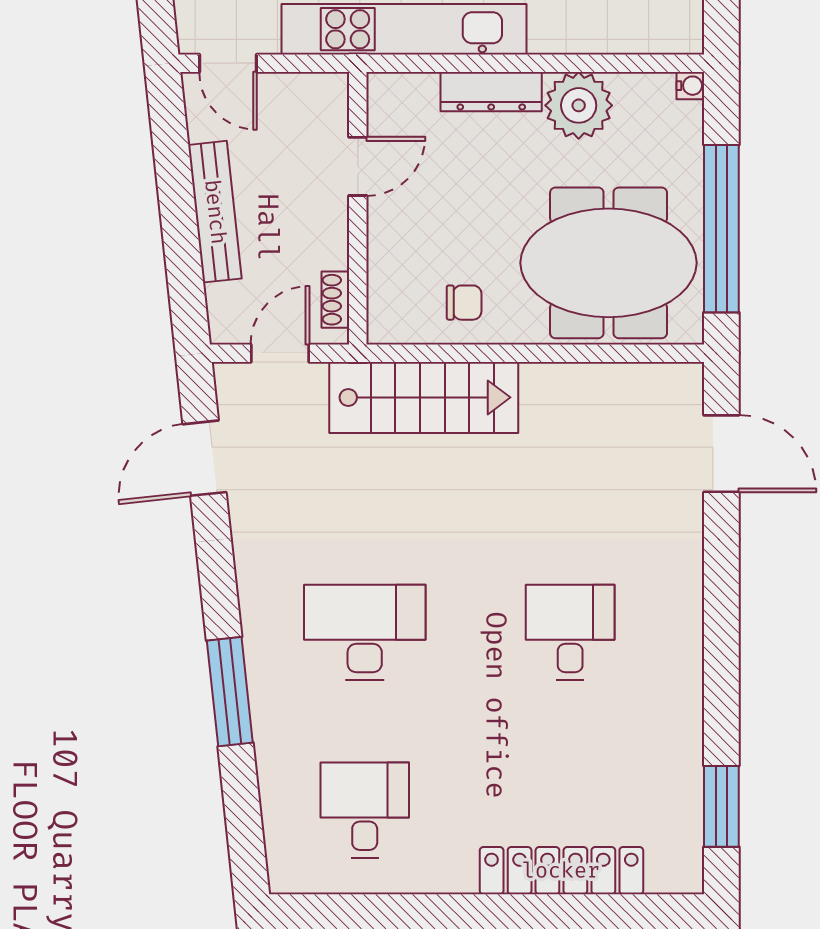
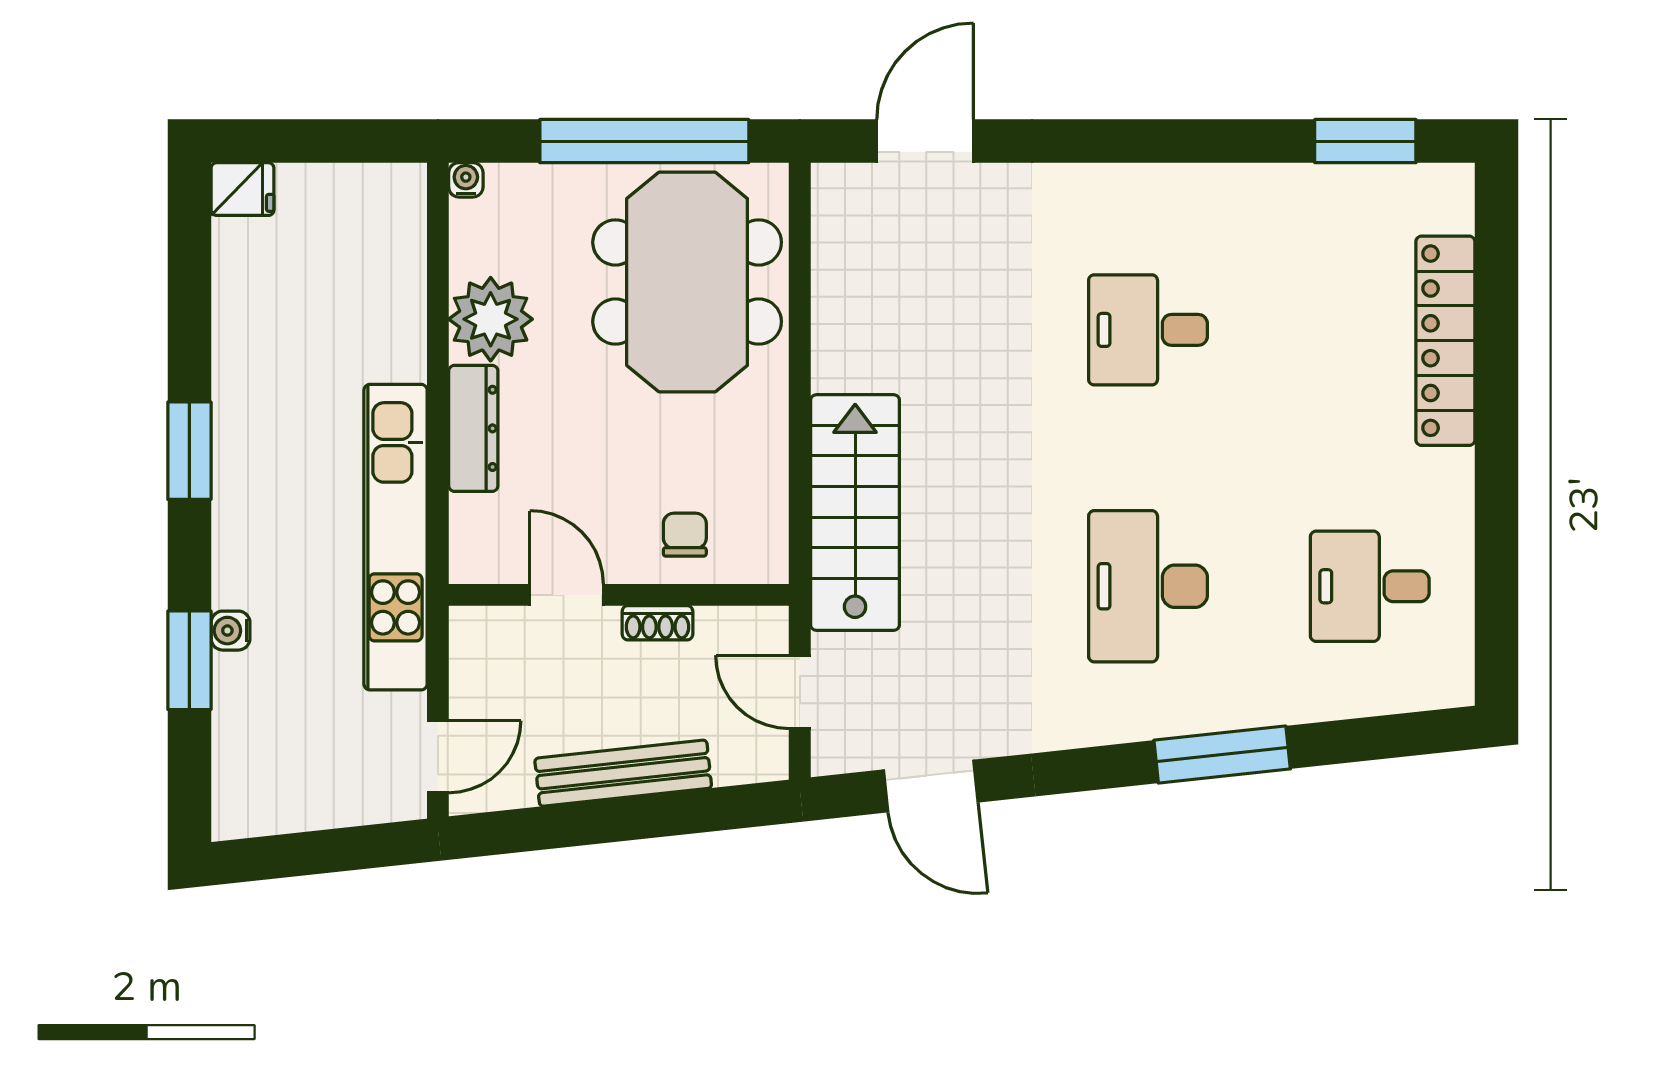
shoe rack: (335, 300) -> (657, 623), moved
chair: (464, 303) -> (685, 535), moved

